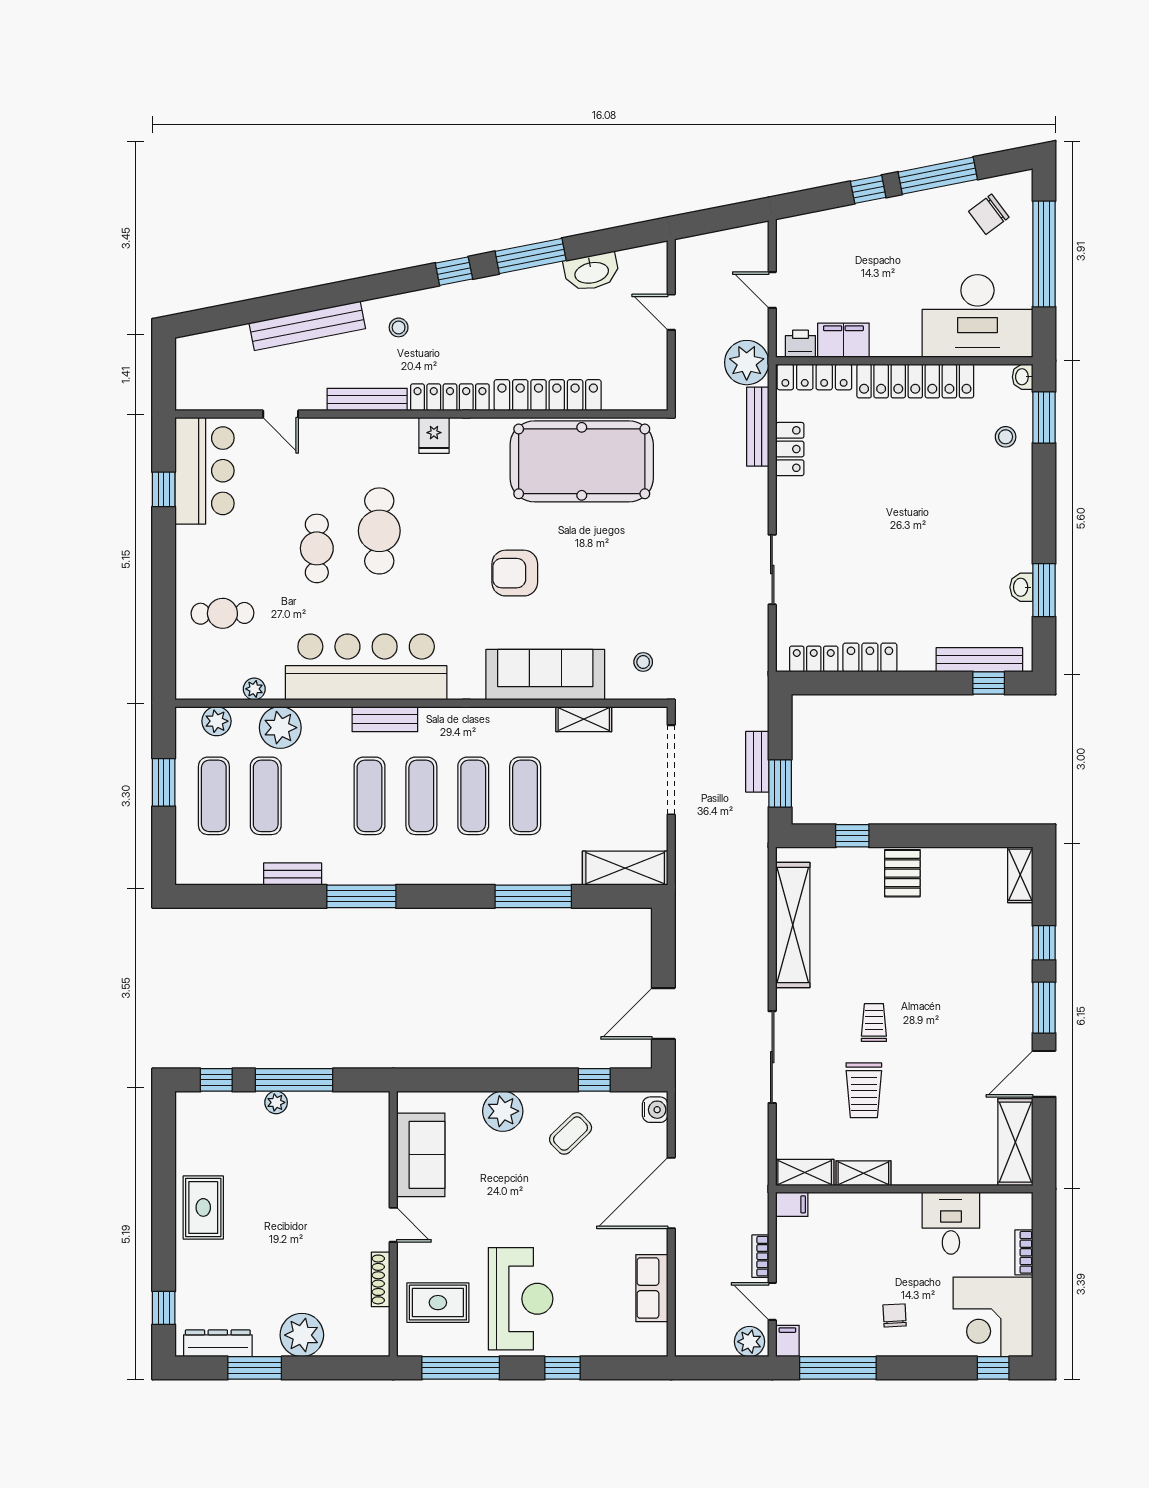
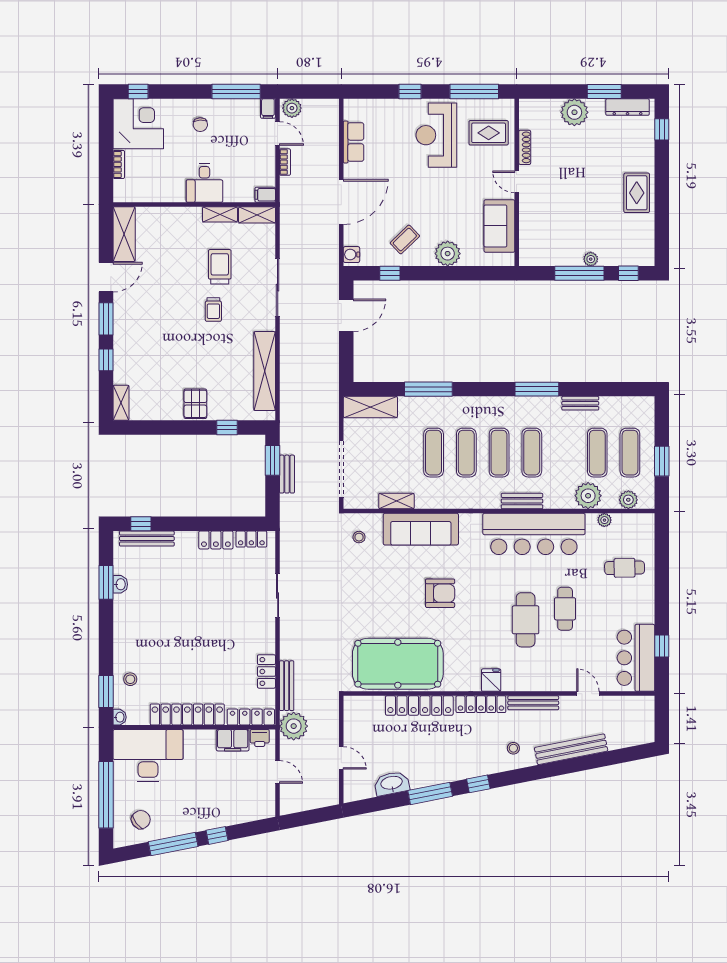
desk: (951, 1223) -> (204, 183), moved

